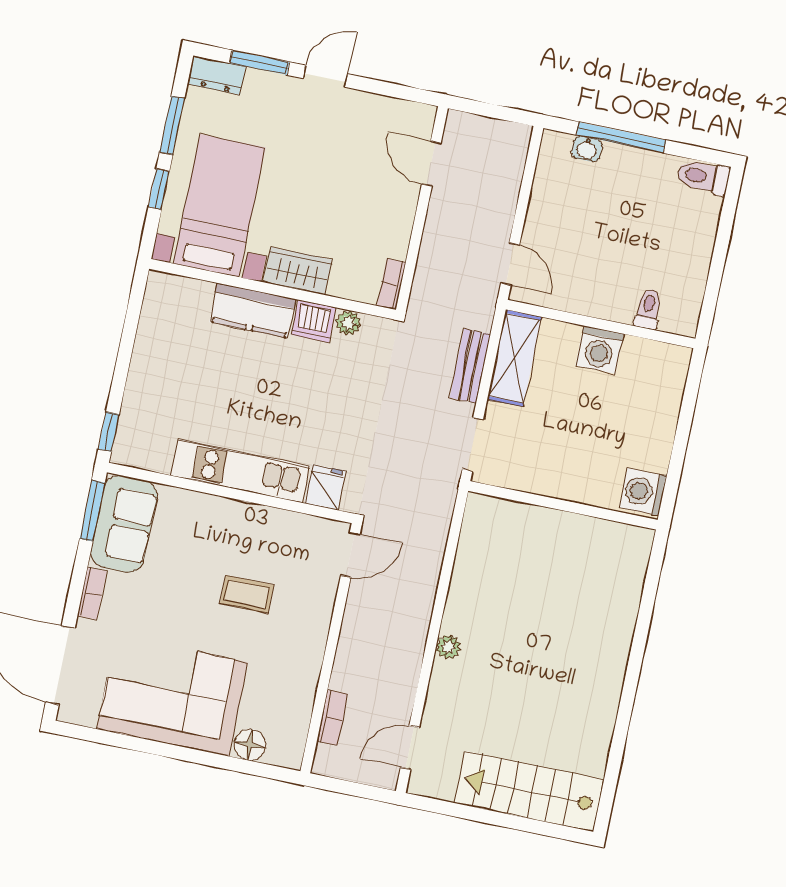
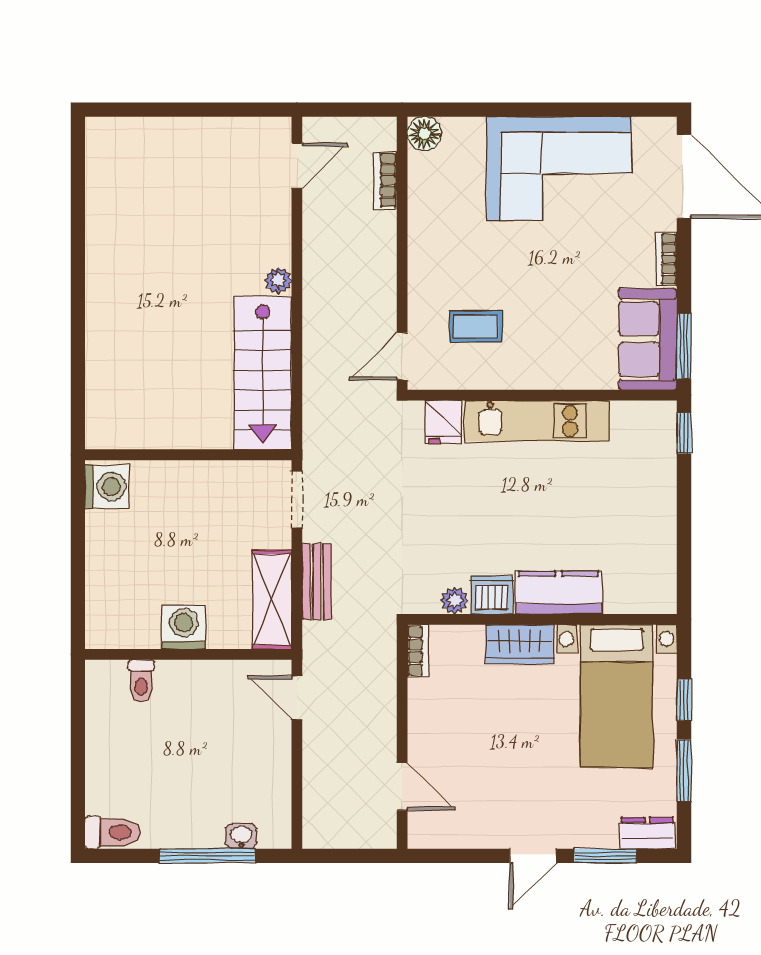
coffee table: (247, 594) -> (476, 326), moved
floor lamp: (250, 745) -> (424, 134), moved
stairs: (529, 791) -> (263, 373), moved, turned 90

